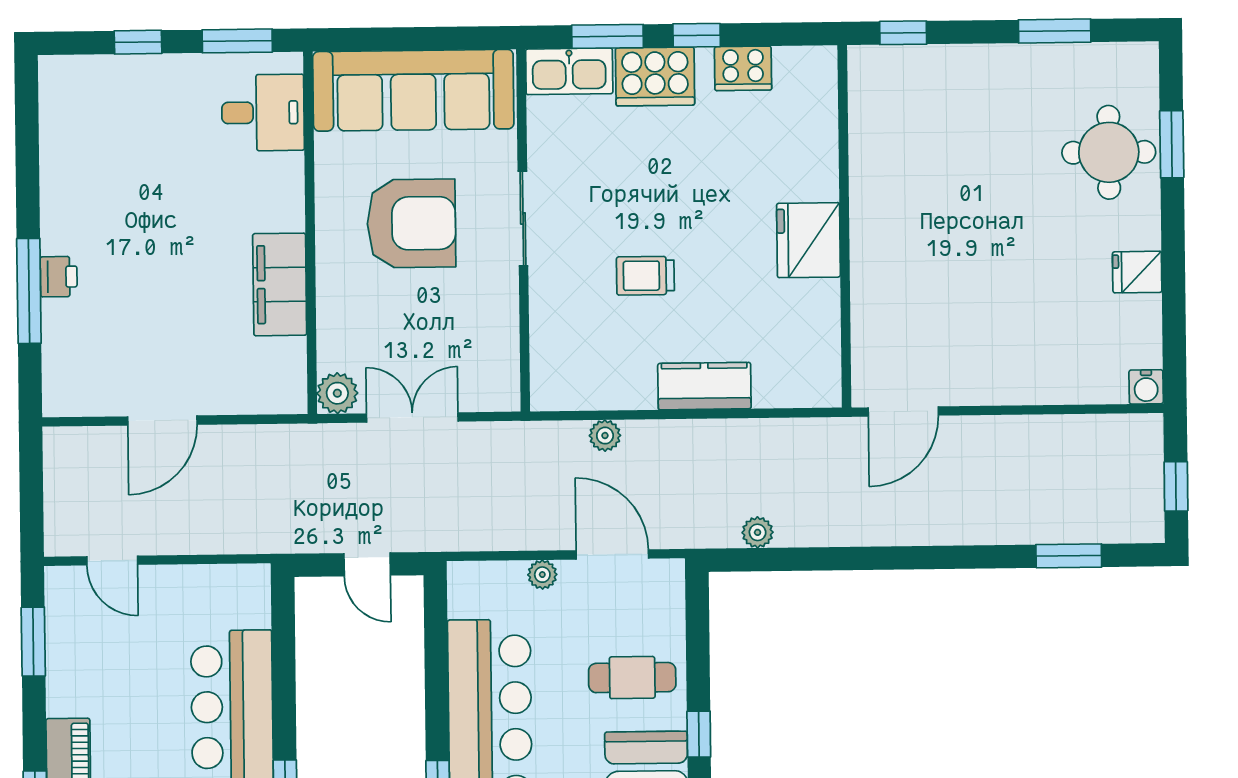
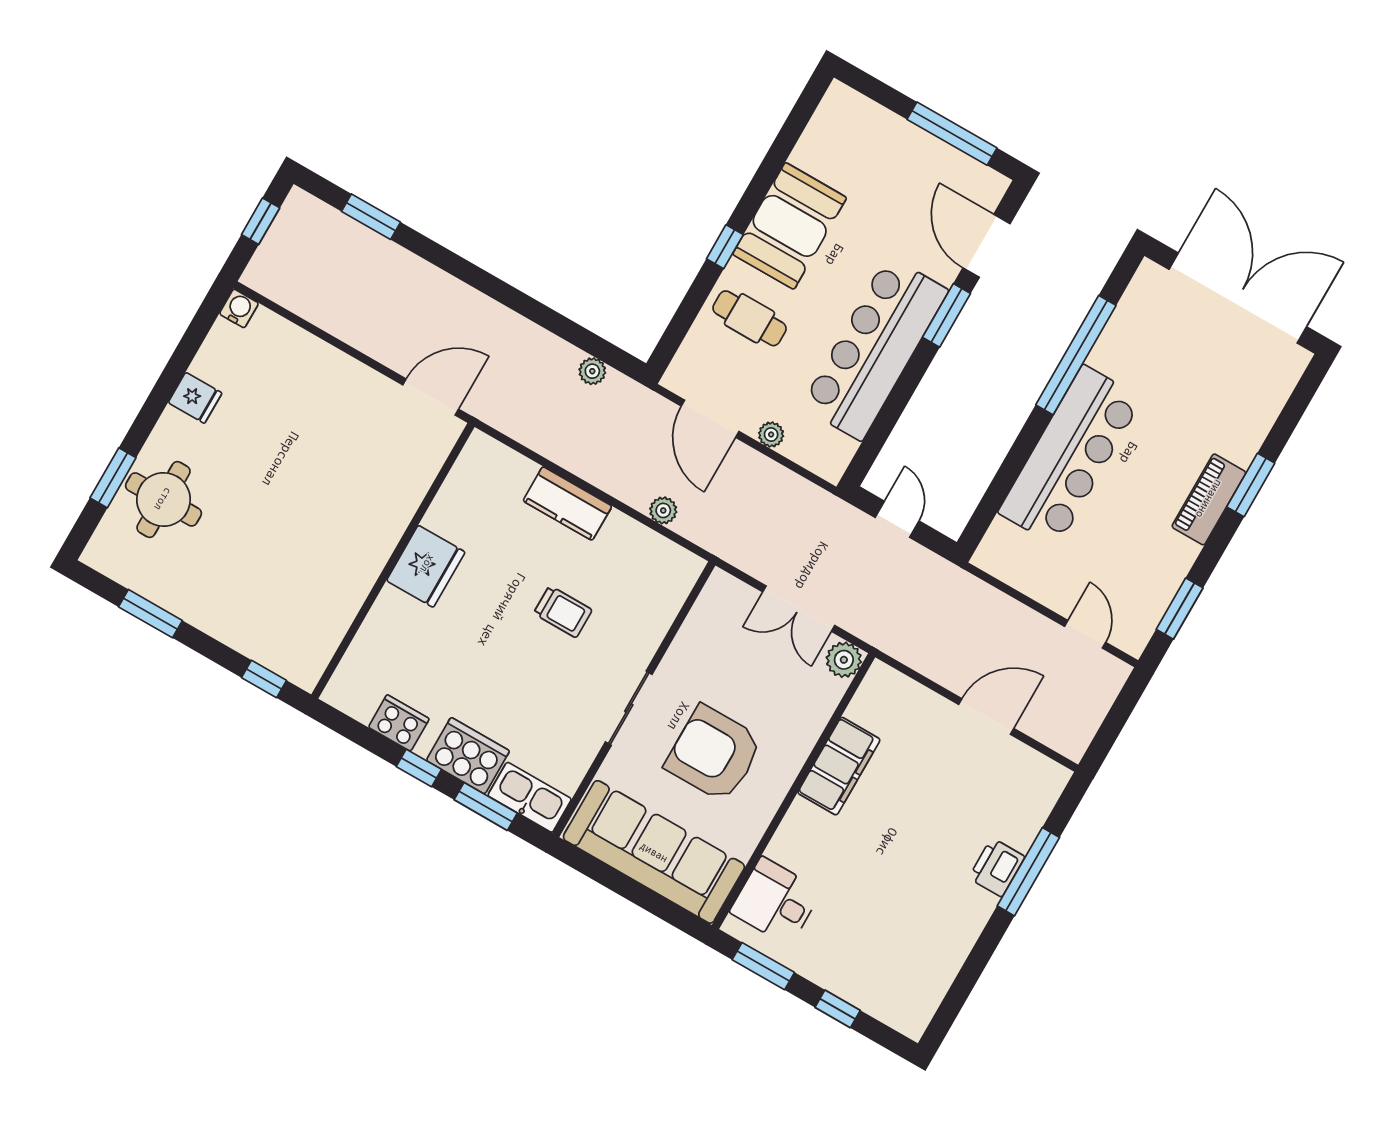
printer: (59, 277) -> (997, 867), width x1.36, depth x1.24

